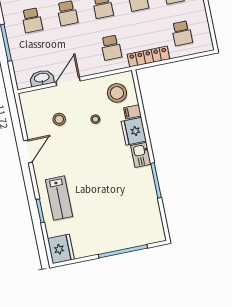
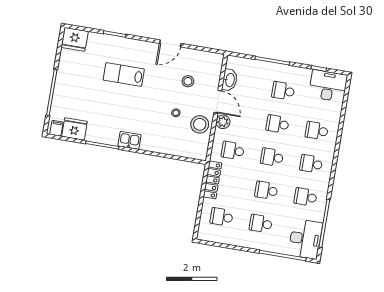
plant: (86, 69) -> (223, 122), added
stool: (117, 93) -> (200, 124), moved
filing cabinet: (132, 112) -> (56, 128), moved
fridge: (134, 131) -> (74, 129), moved
door: (28, 151) -> (170, 43), hinge flipped
lab bench: (59, 198) -> (124, 75), moved

